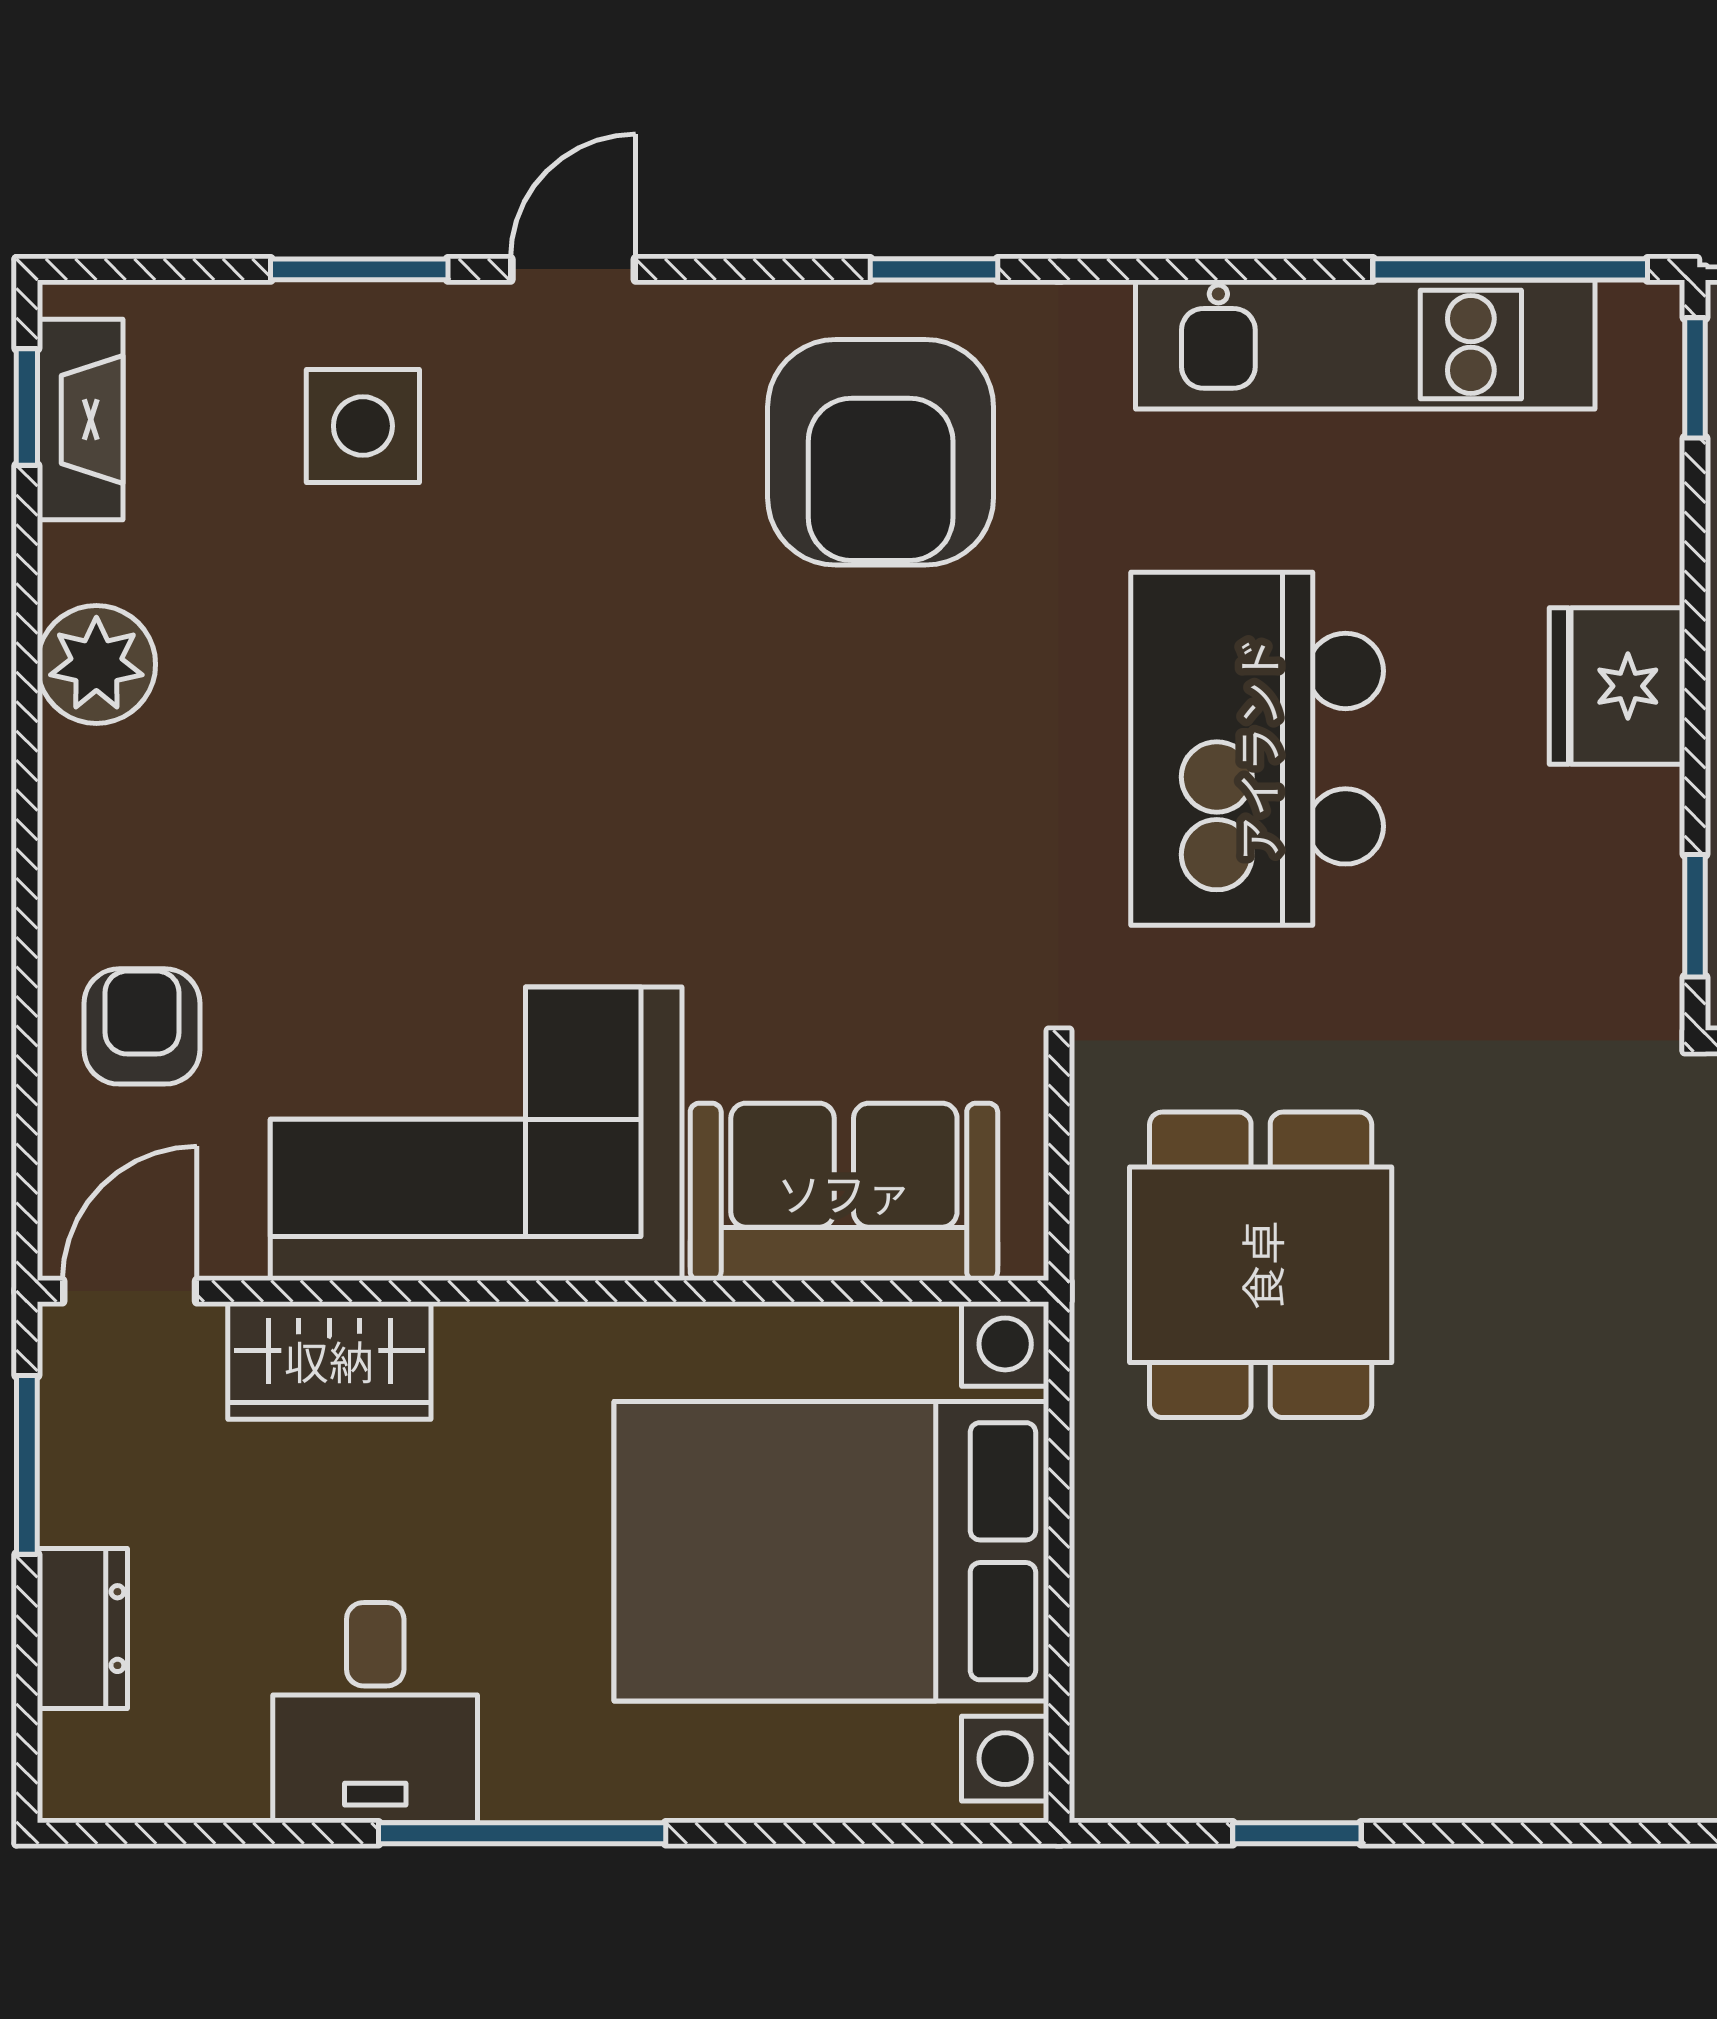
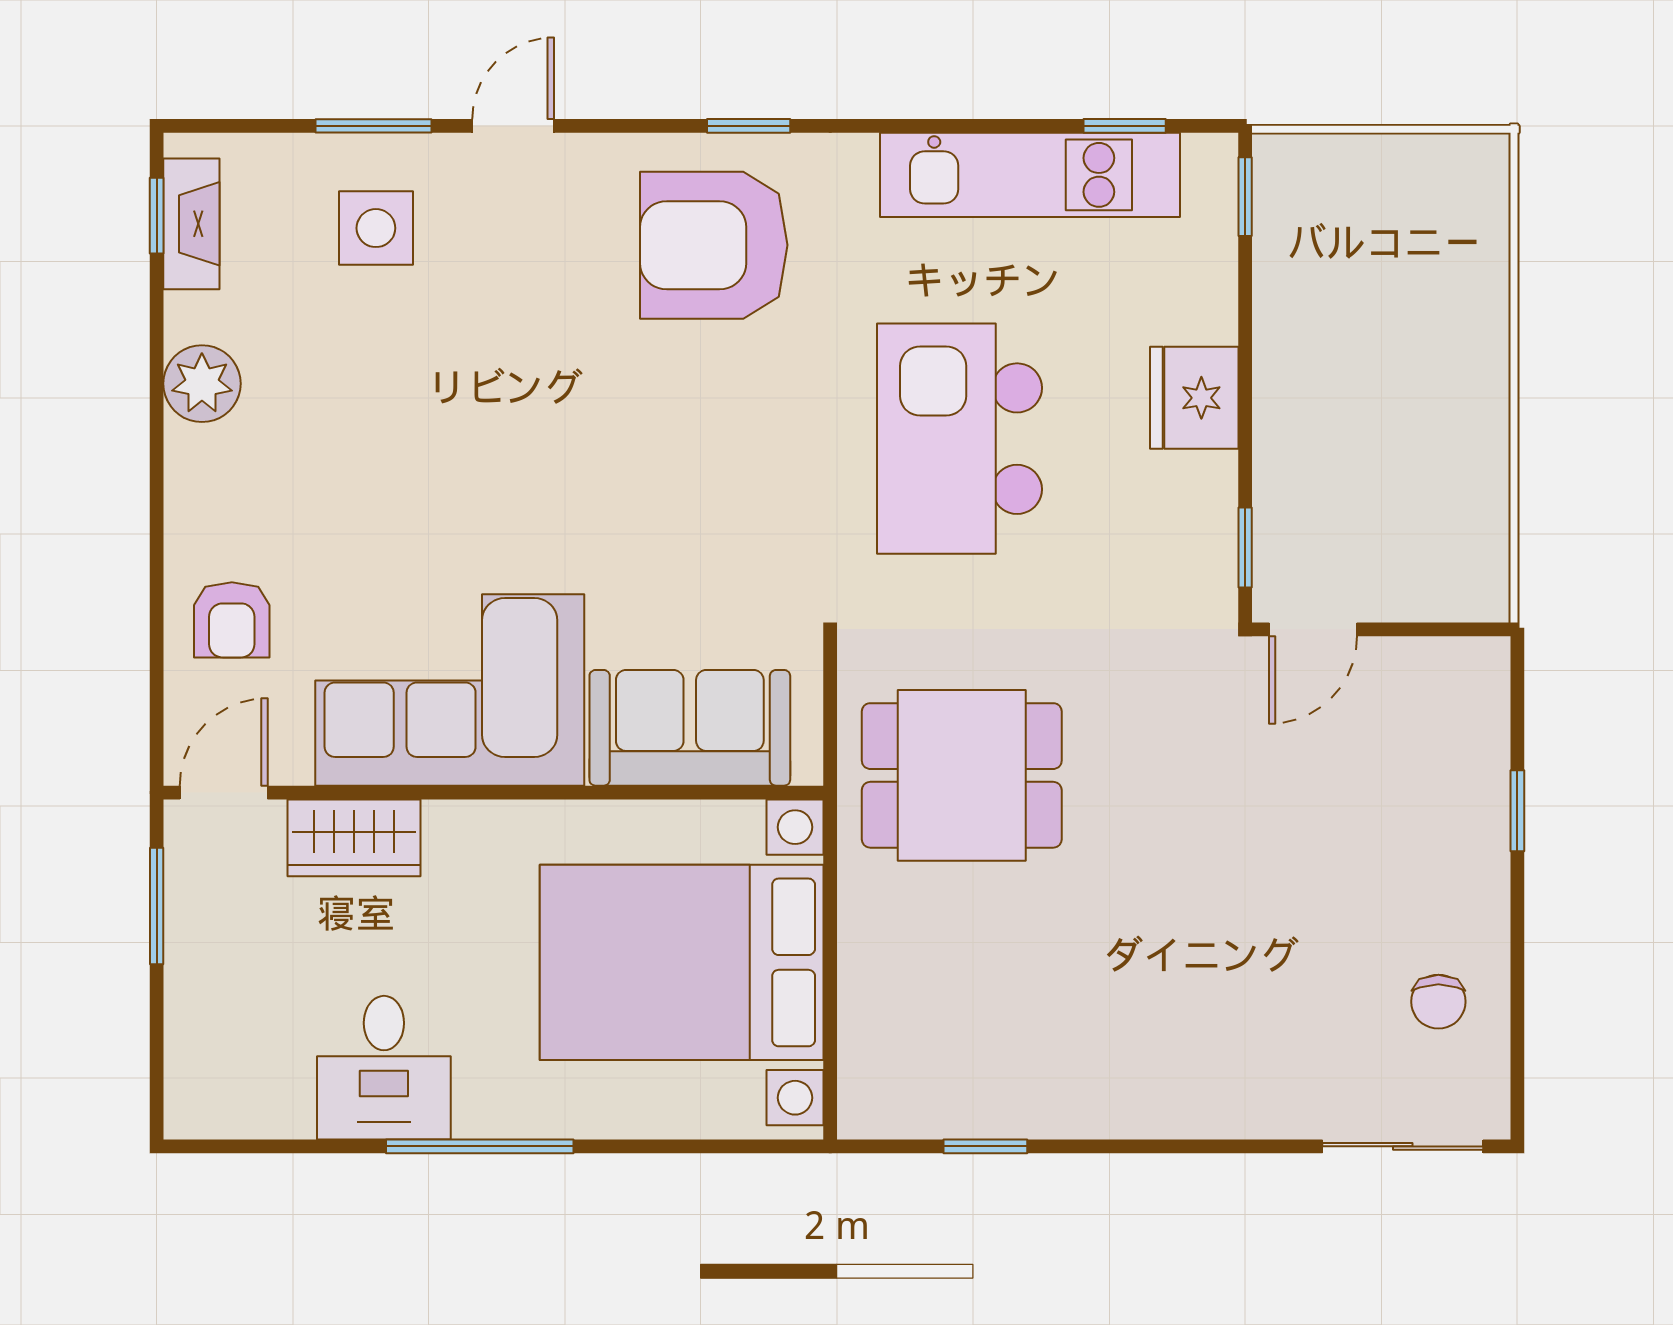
window: (1510, 269) -> (1125, 126), width x0.46
armchair: (881, 452) -> (714, 245), turned 90
armchair: (142, 1026) -> (232, 620), turned 180
dining table: (1261, 1265) -> (962, 775), turned 90
dresser: (82, 1629) -> (193, 1013), removed

